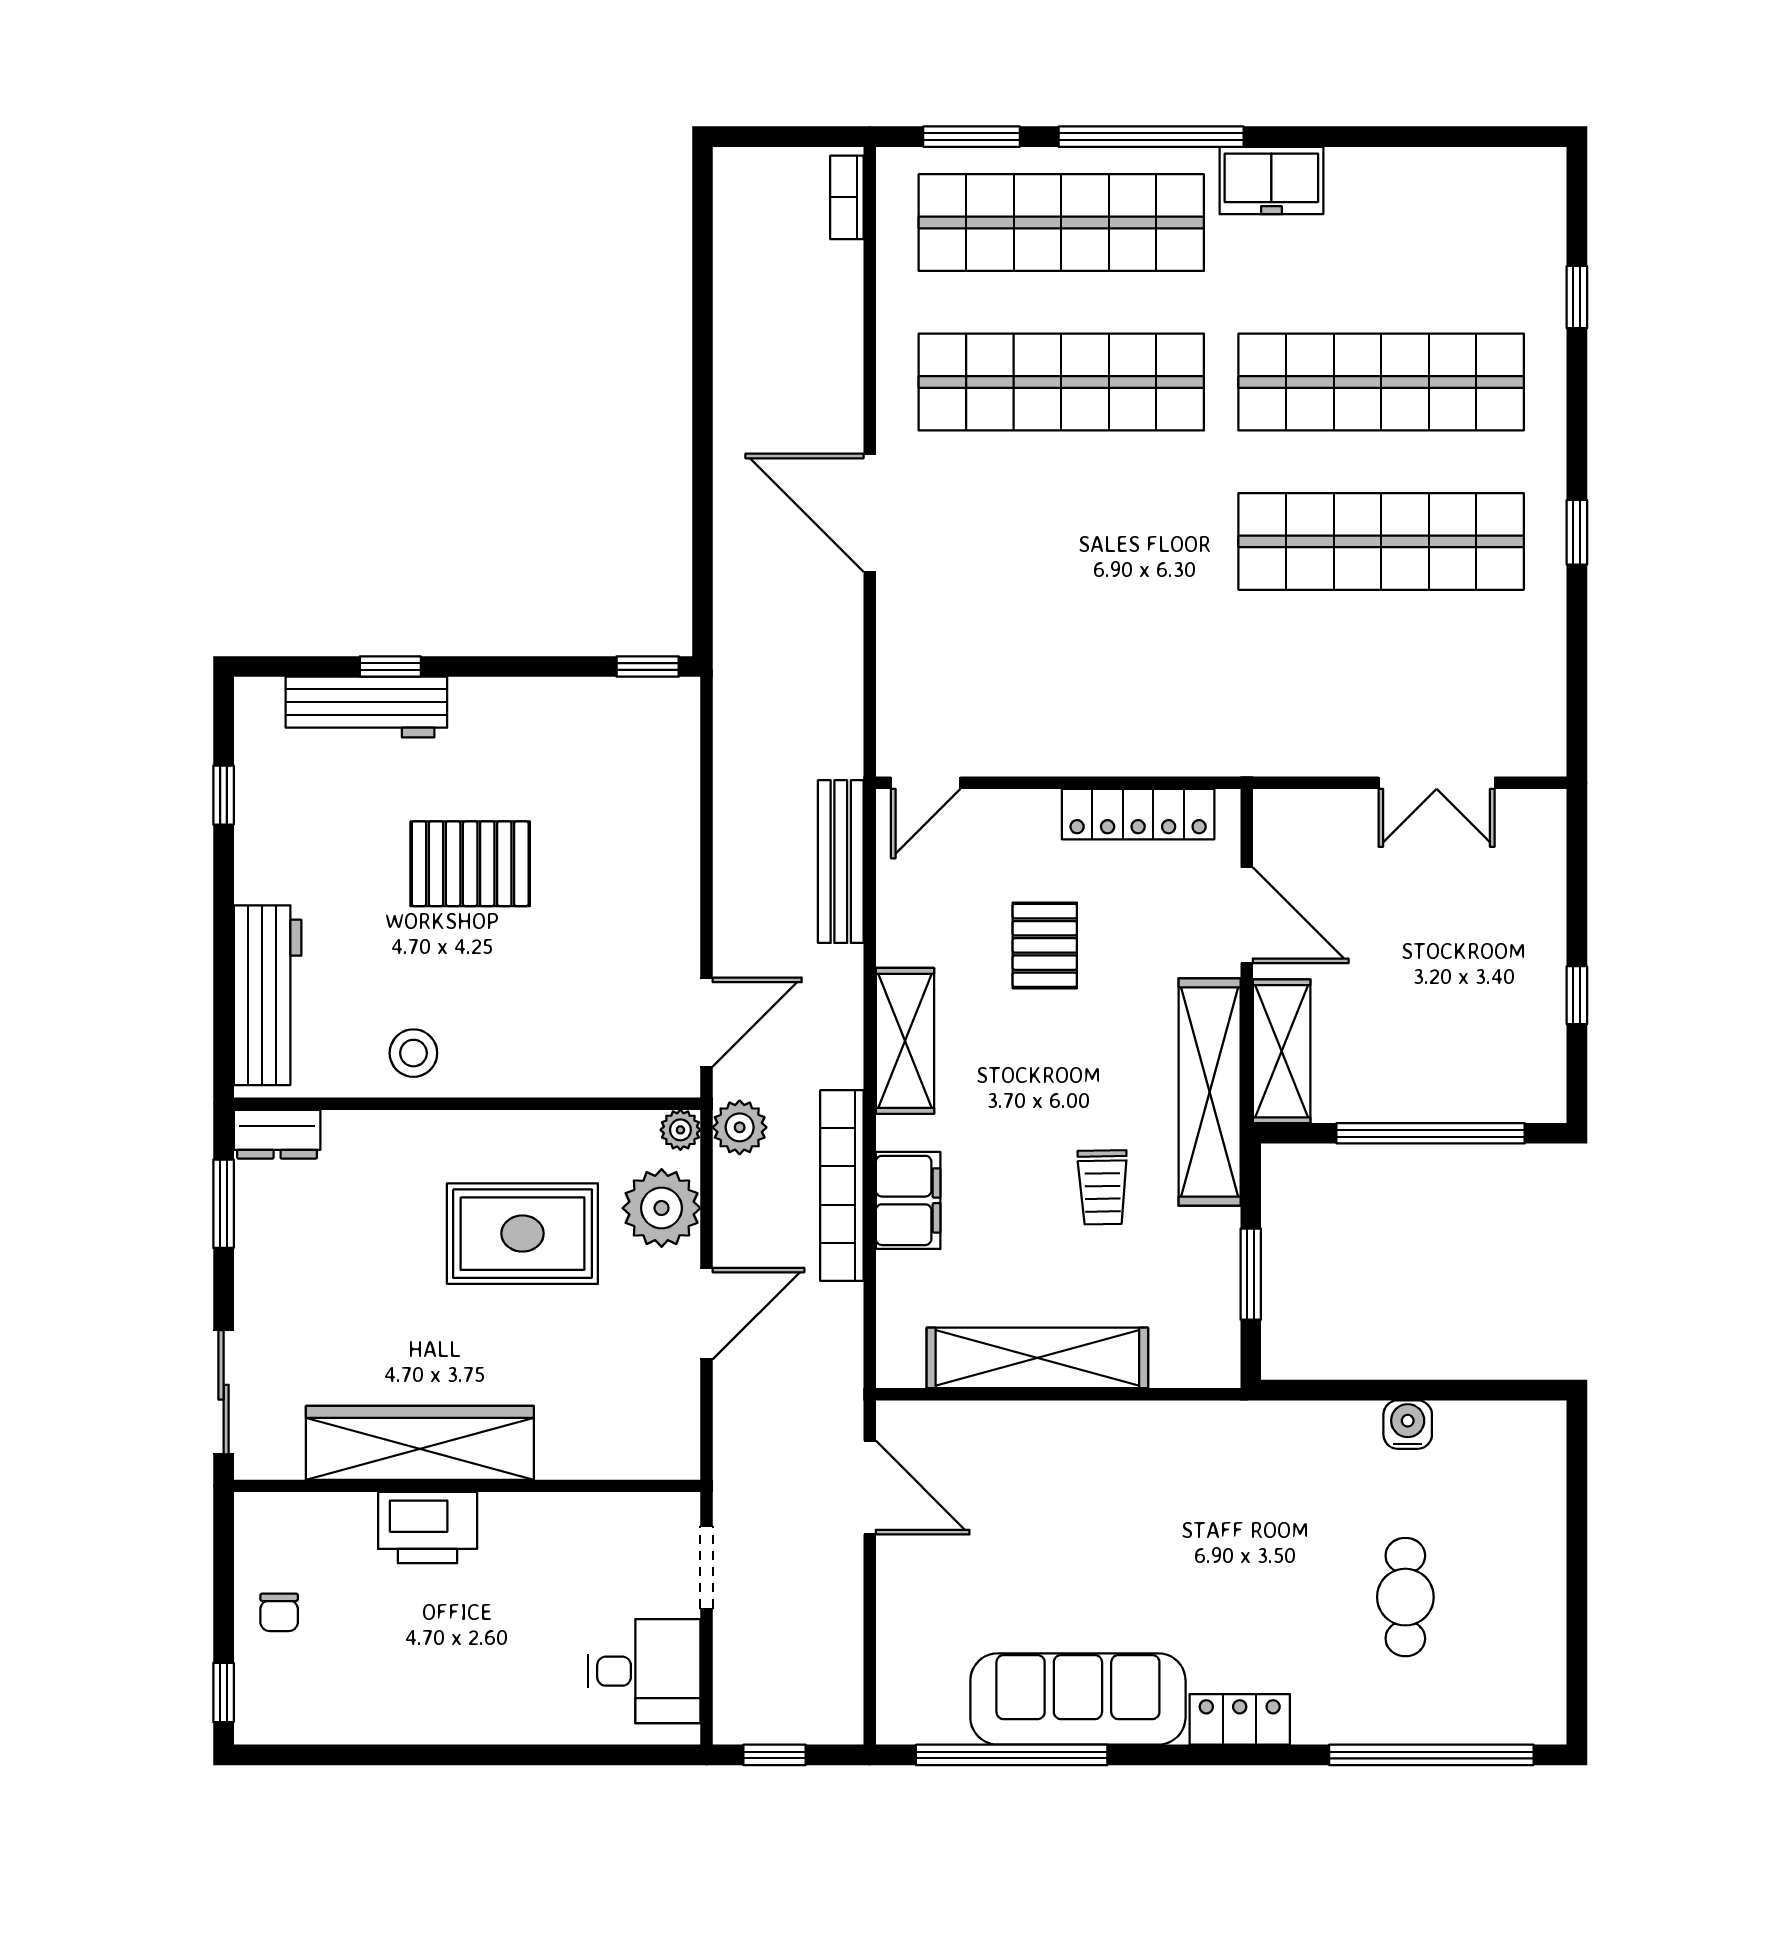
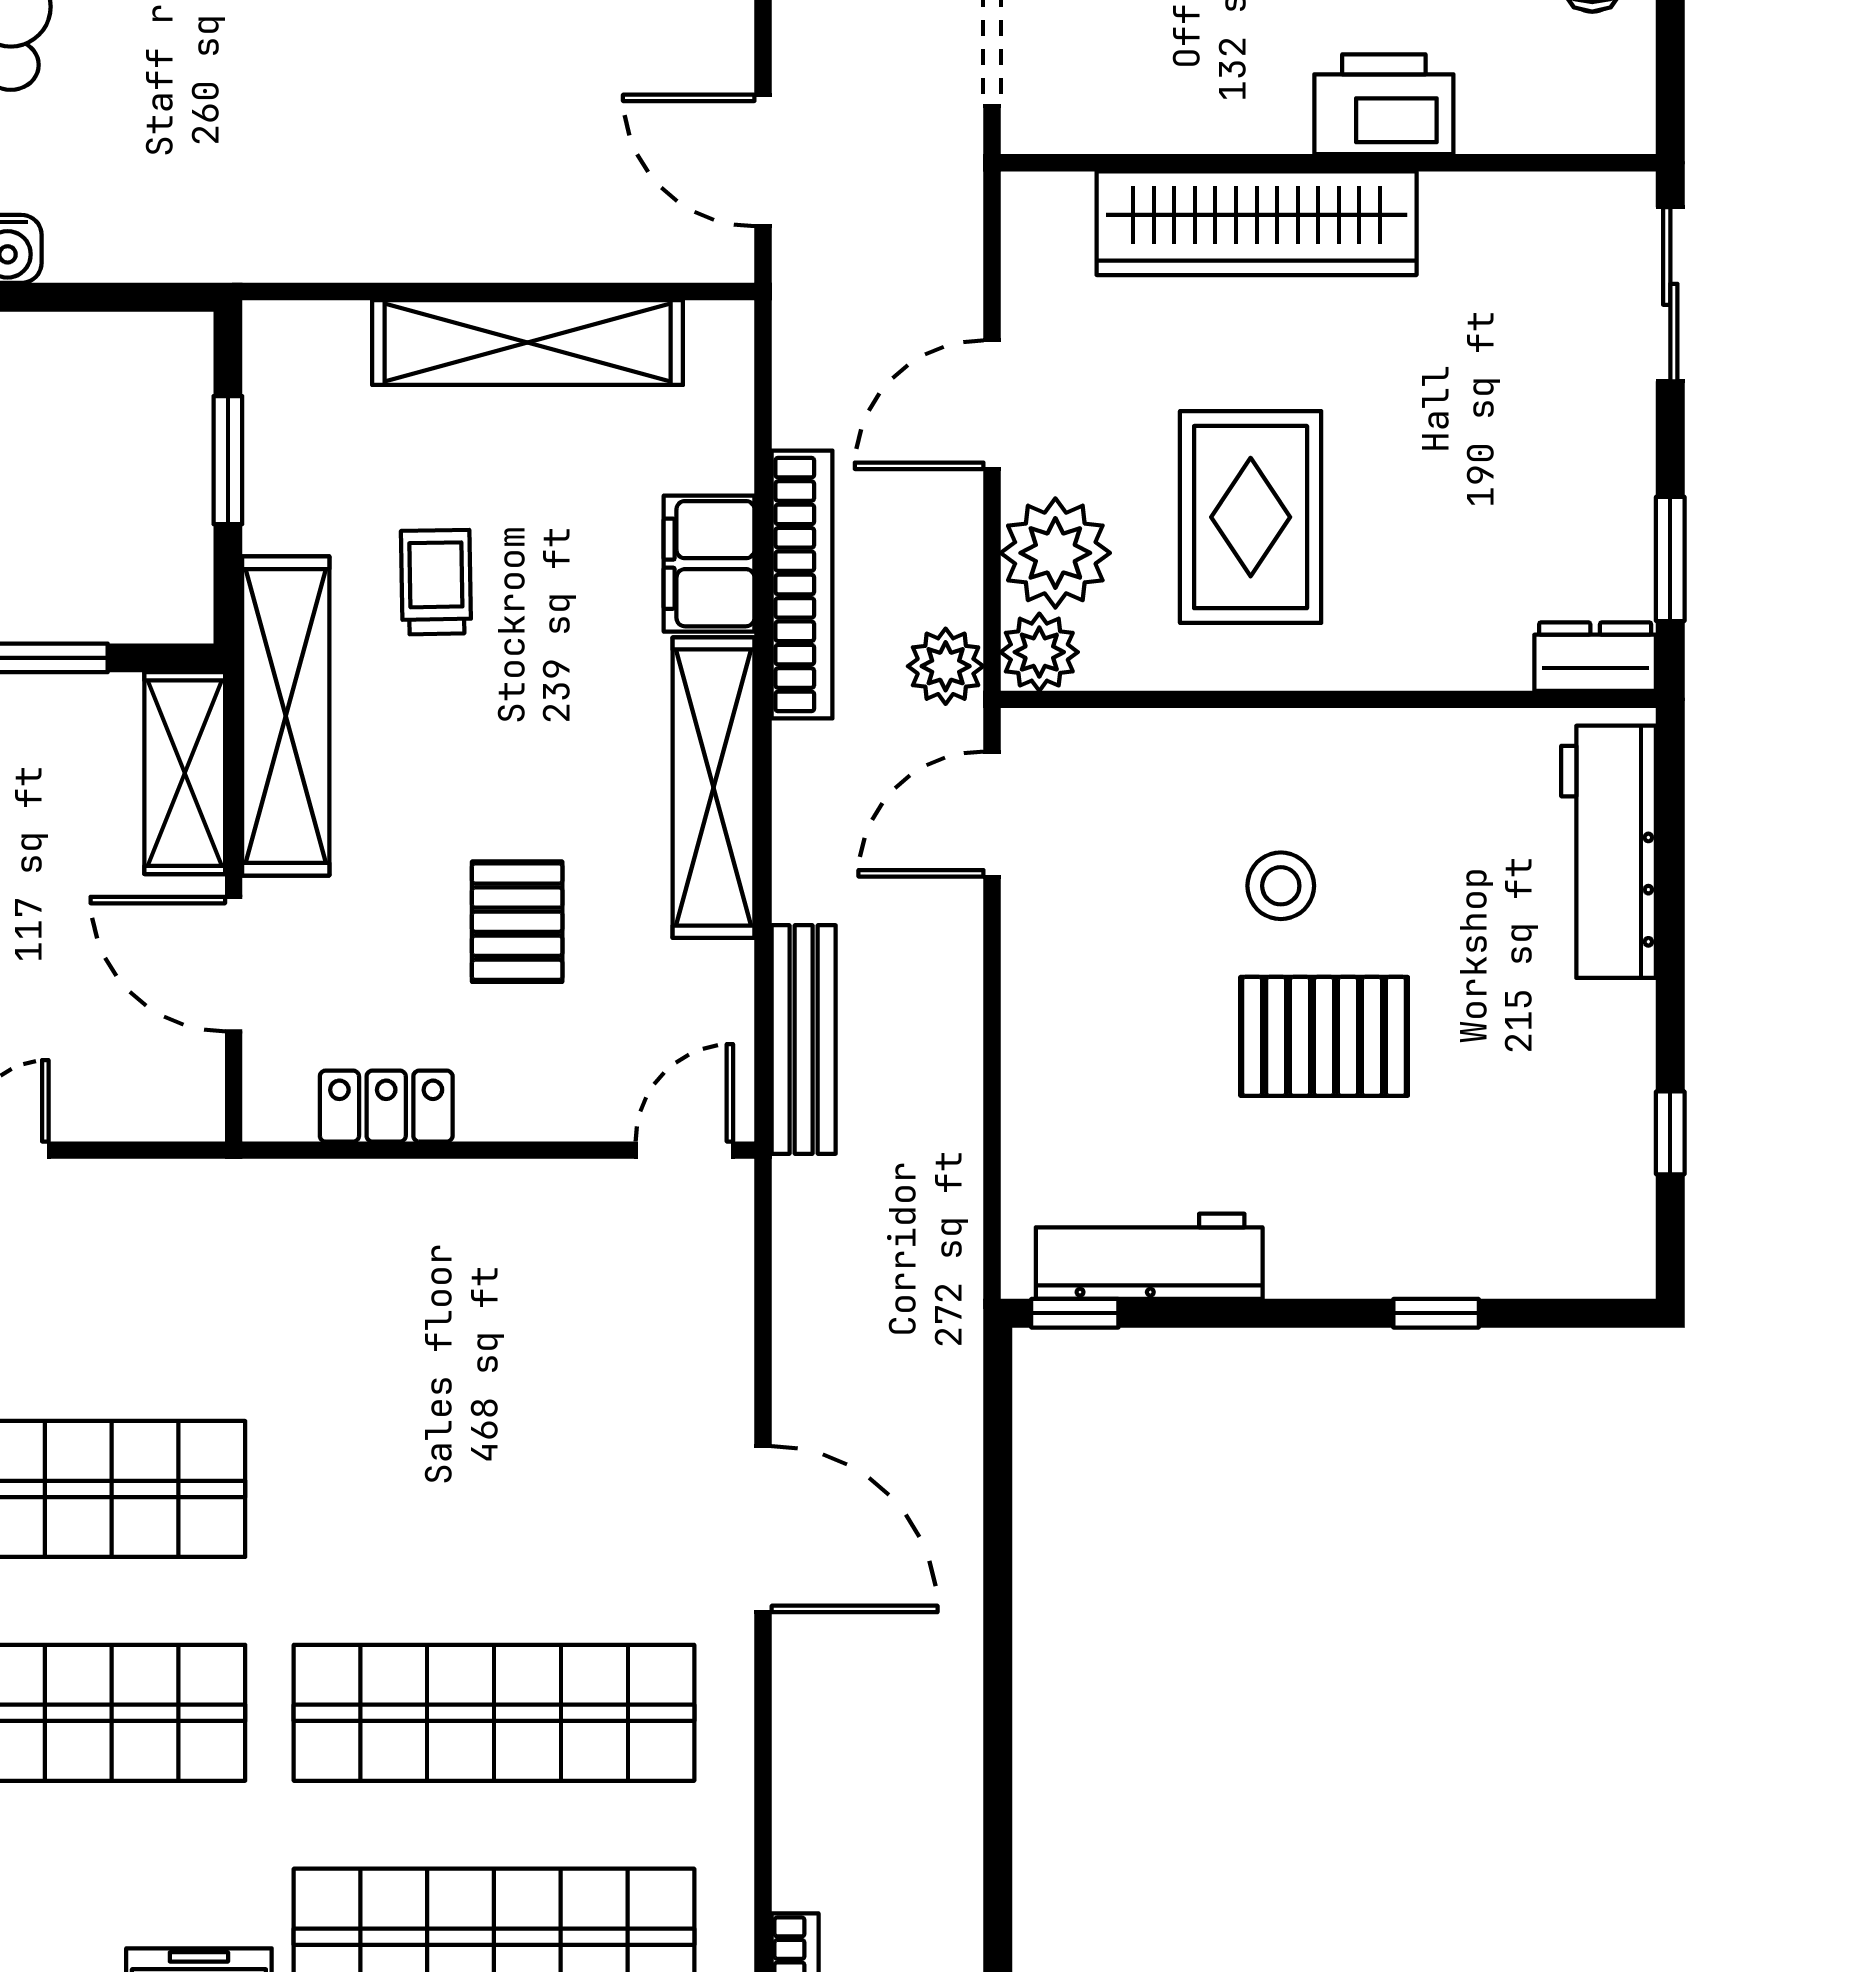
workbench: (366, 707) -> (1149, 1256), moved
locker: (1138, 814) -> (386, 1106), width x0.66
shelving: (905, 1041) -> (714, 788), width x1.47
stool: (413, 1053) -> (1281, 886), moved
plant: (680, 1130) -> (1039, 652), width x1.38, depth x1.38
rug: (522, 1234) -> (1251, 517), turned 90
wardrobe: (420, 1443) -> (1257, 223), moved

